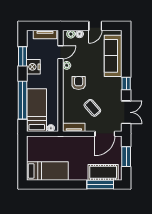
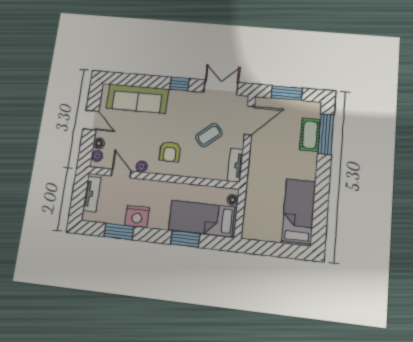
armchair: (79, 83) -> (170, 152), turned -90
window: (23, 100) -> (185, 239), width x0.47
door: (105, 134) -> (249, 120), hinge flipped
cot: (103, 172) -> (310, 135), width x0.73, depth x0.75

